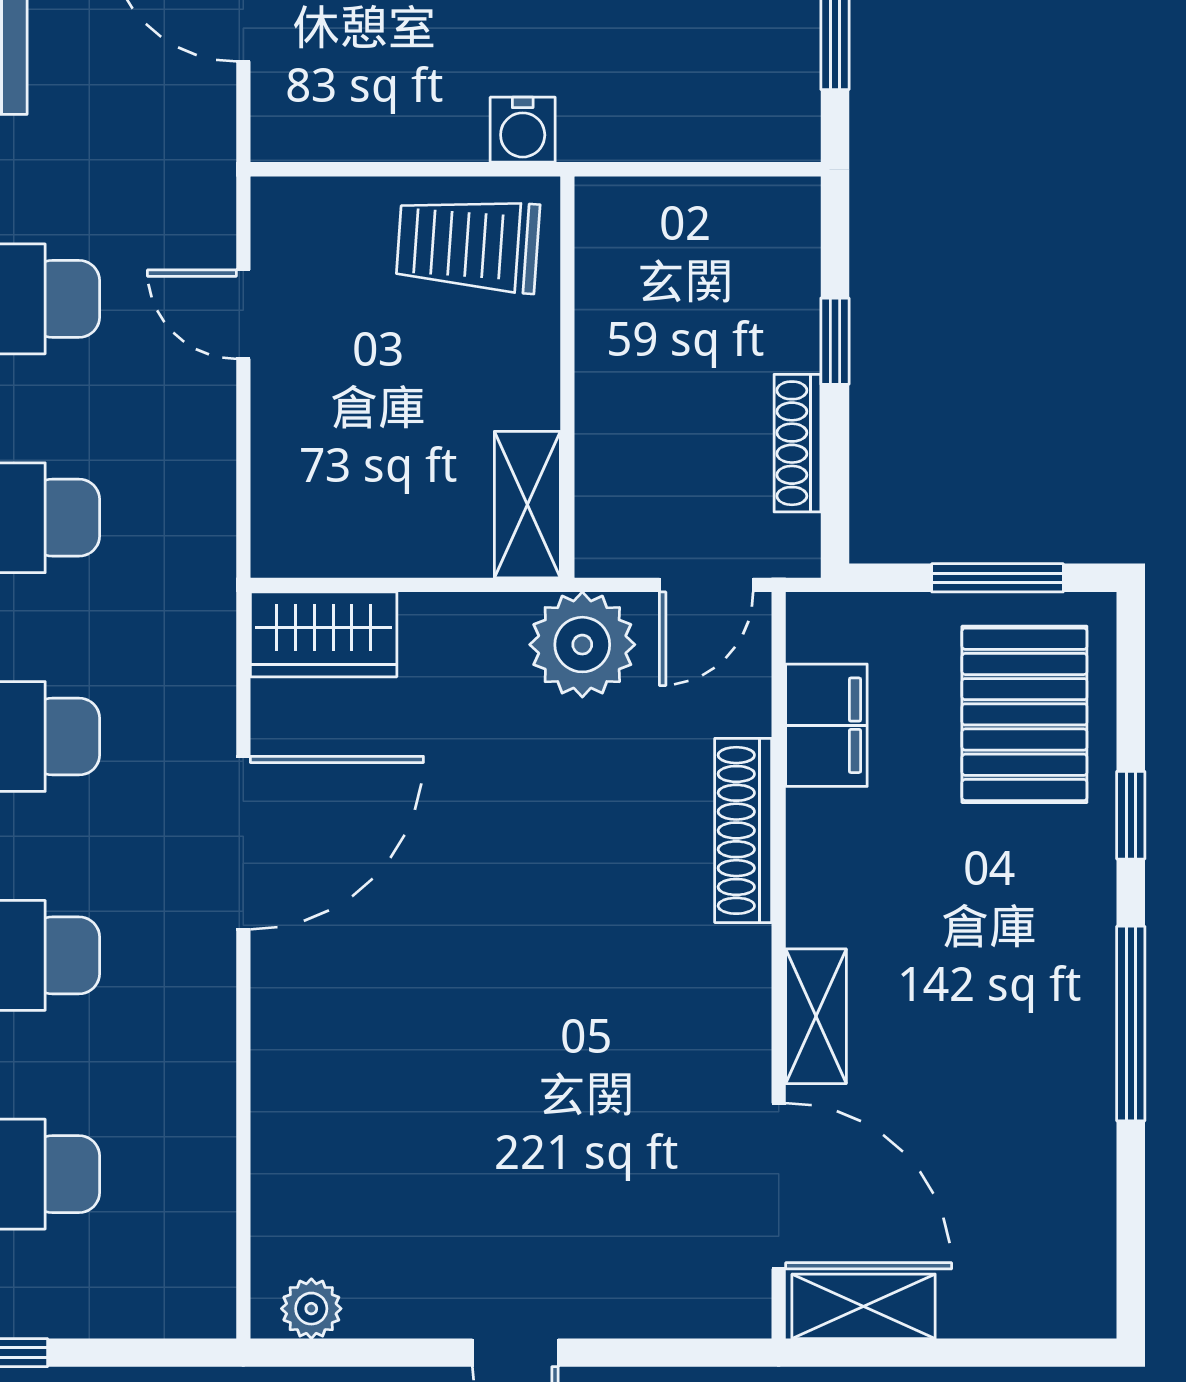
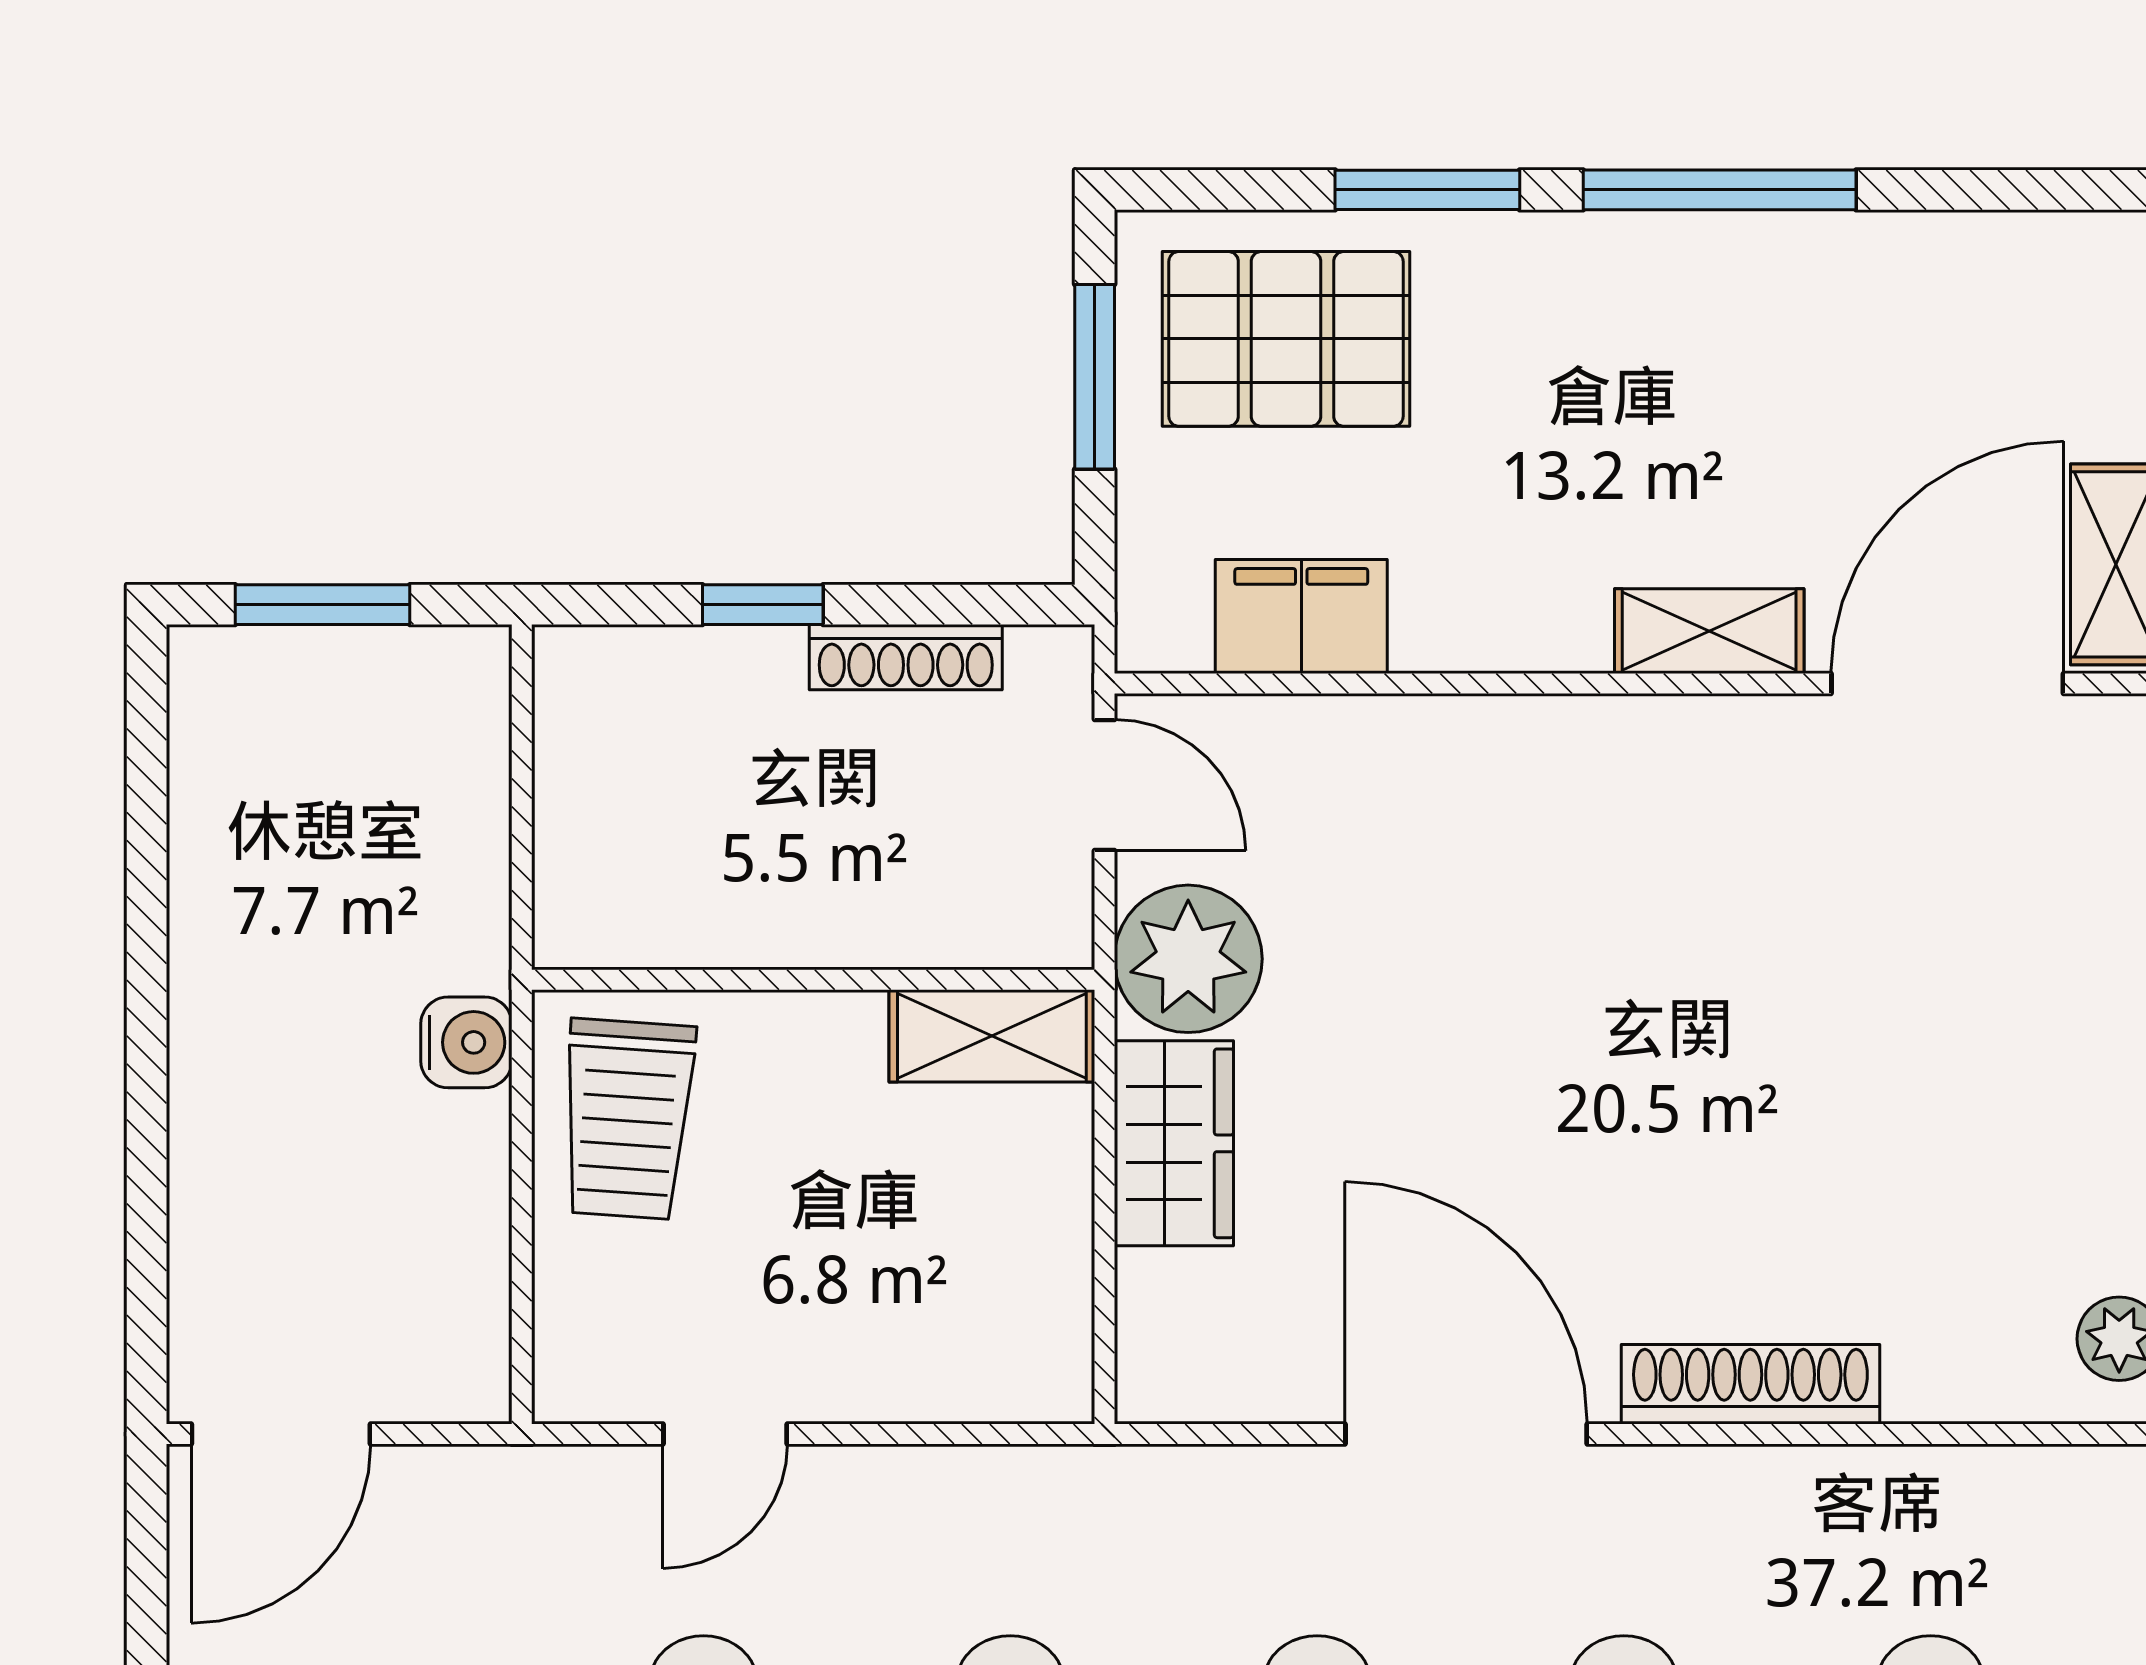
wardrobe: (324, 634) -> (1174, 1143), moved
window: (1131, 815) -> (1427, 190), width x1.50
shoe rack: (743, 830) -> (1750, 1384), moved, turned 180

